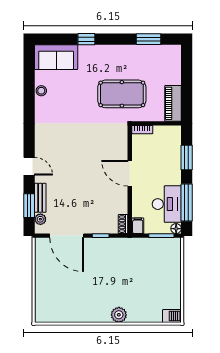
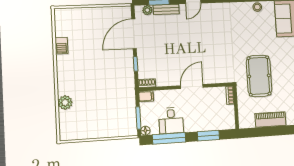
piano: (173, 103) -> (270, 119), moved
desk: (167, 204) -> (171, 121), width x0.73
plant: (119, 315) -> (65, 103), moved
barbecue: (172, 316) -> (61, 46), moved

